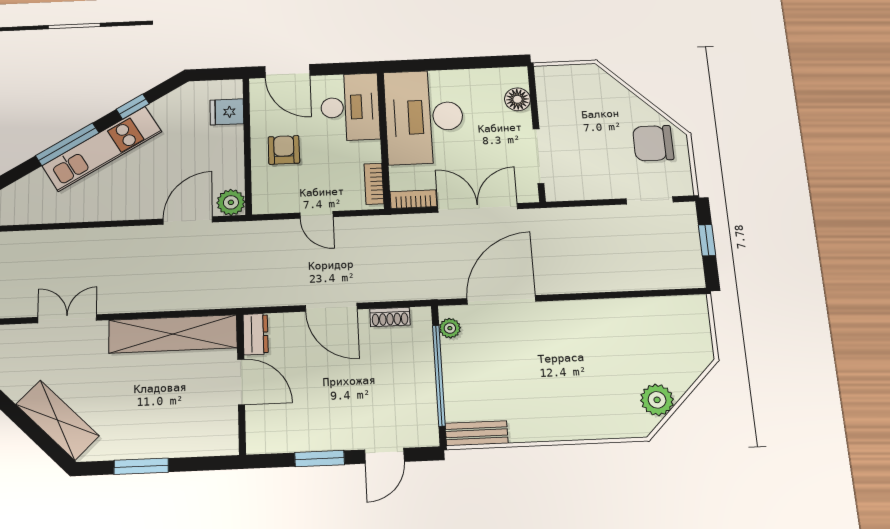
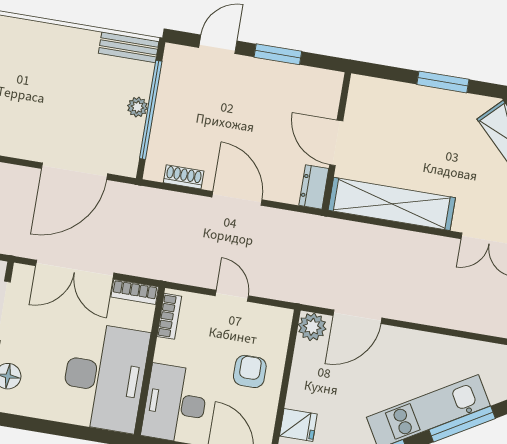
armchair: (284, 150) -> (250, 371), turned 180
plant: (450, 328) -> (137, 107), moved

